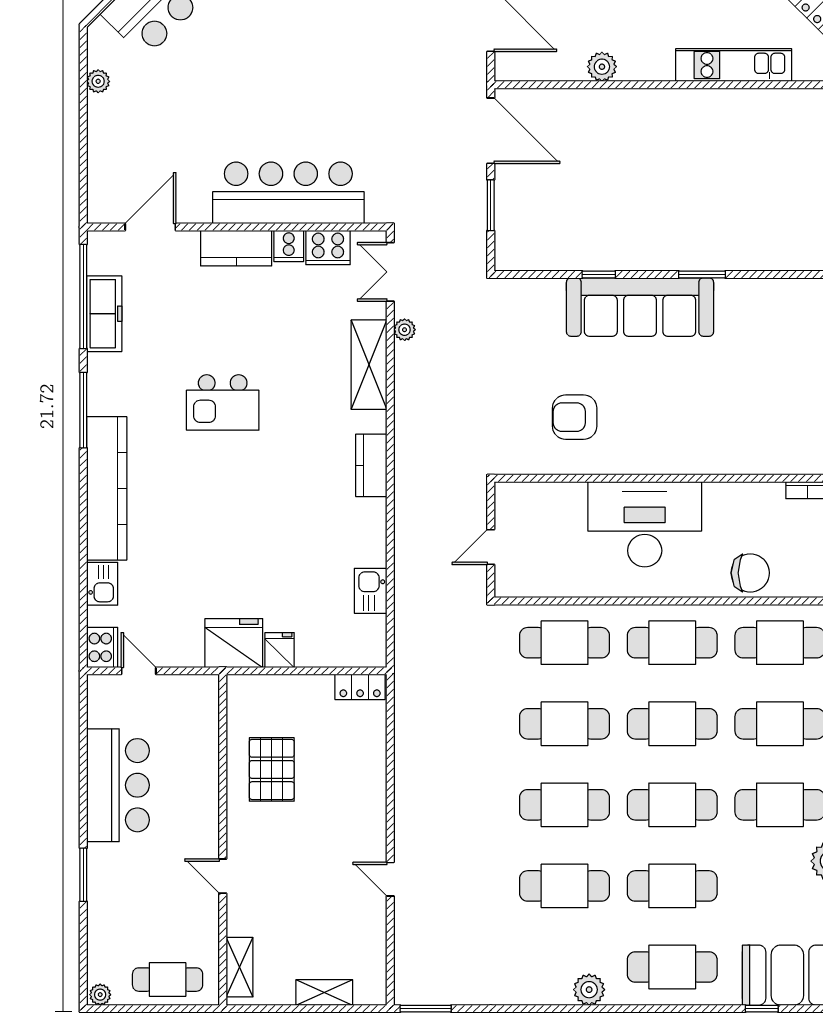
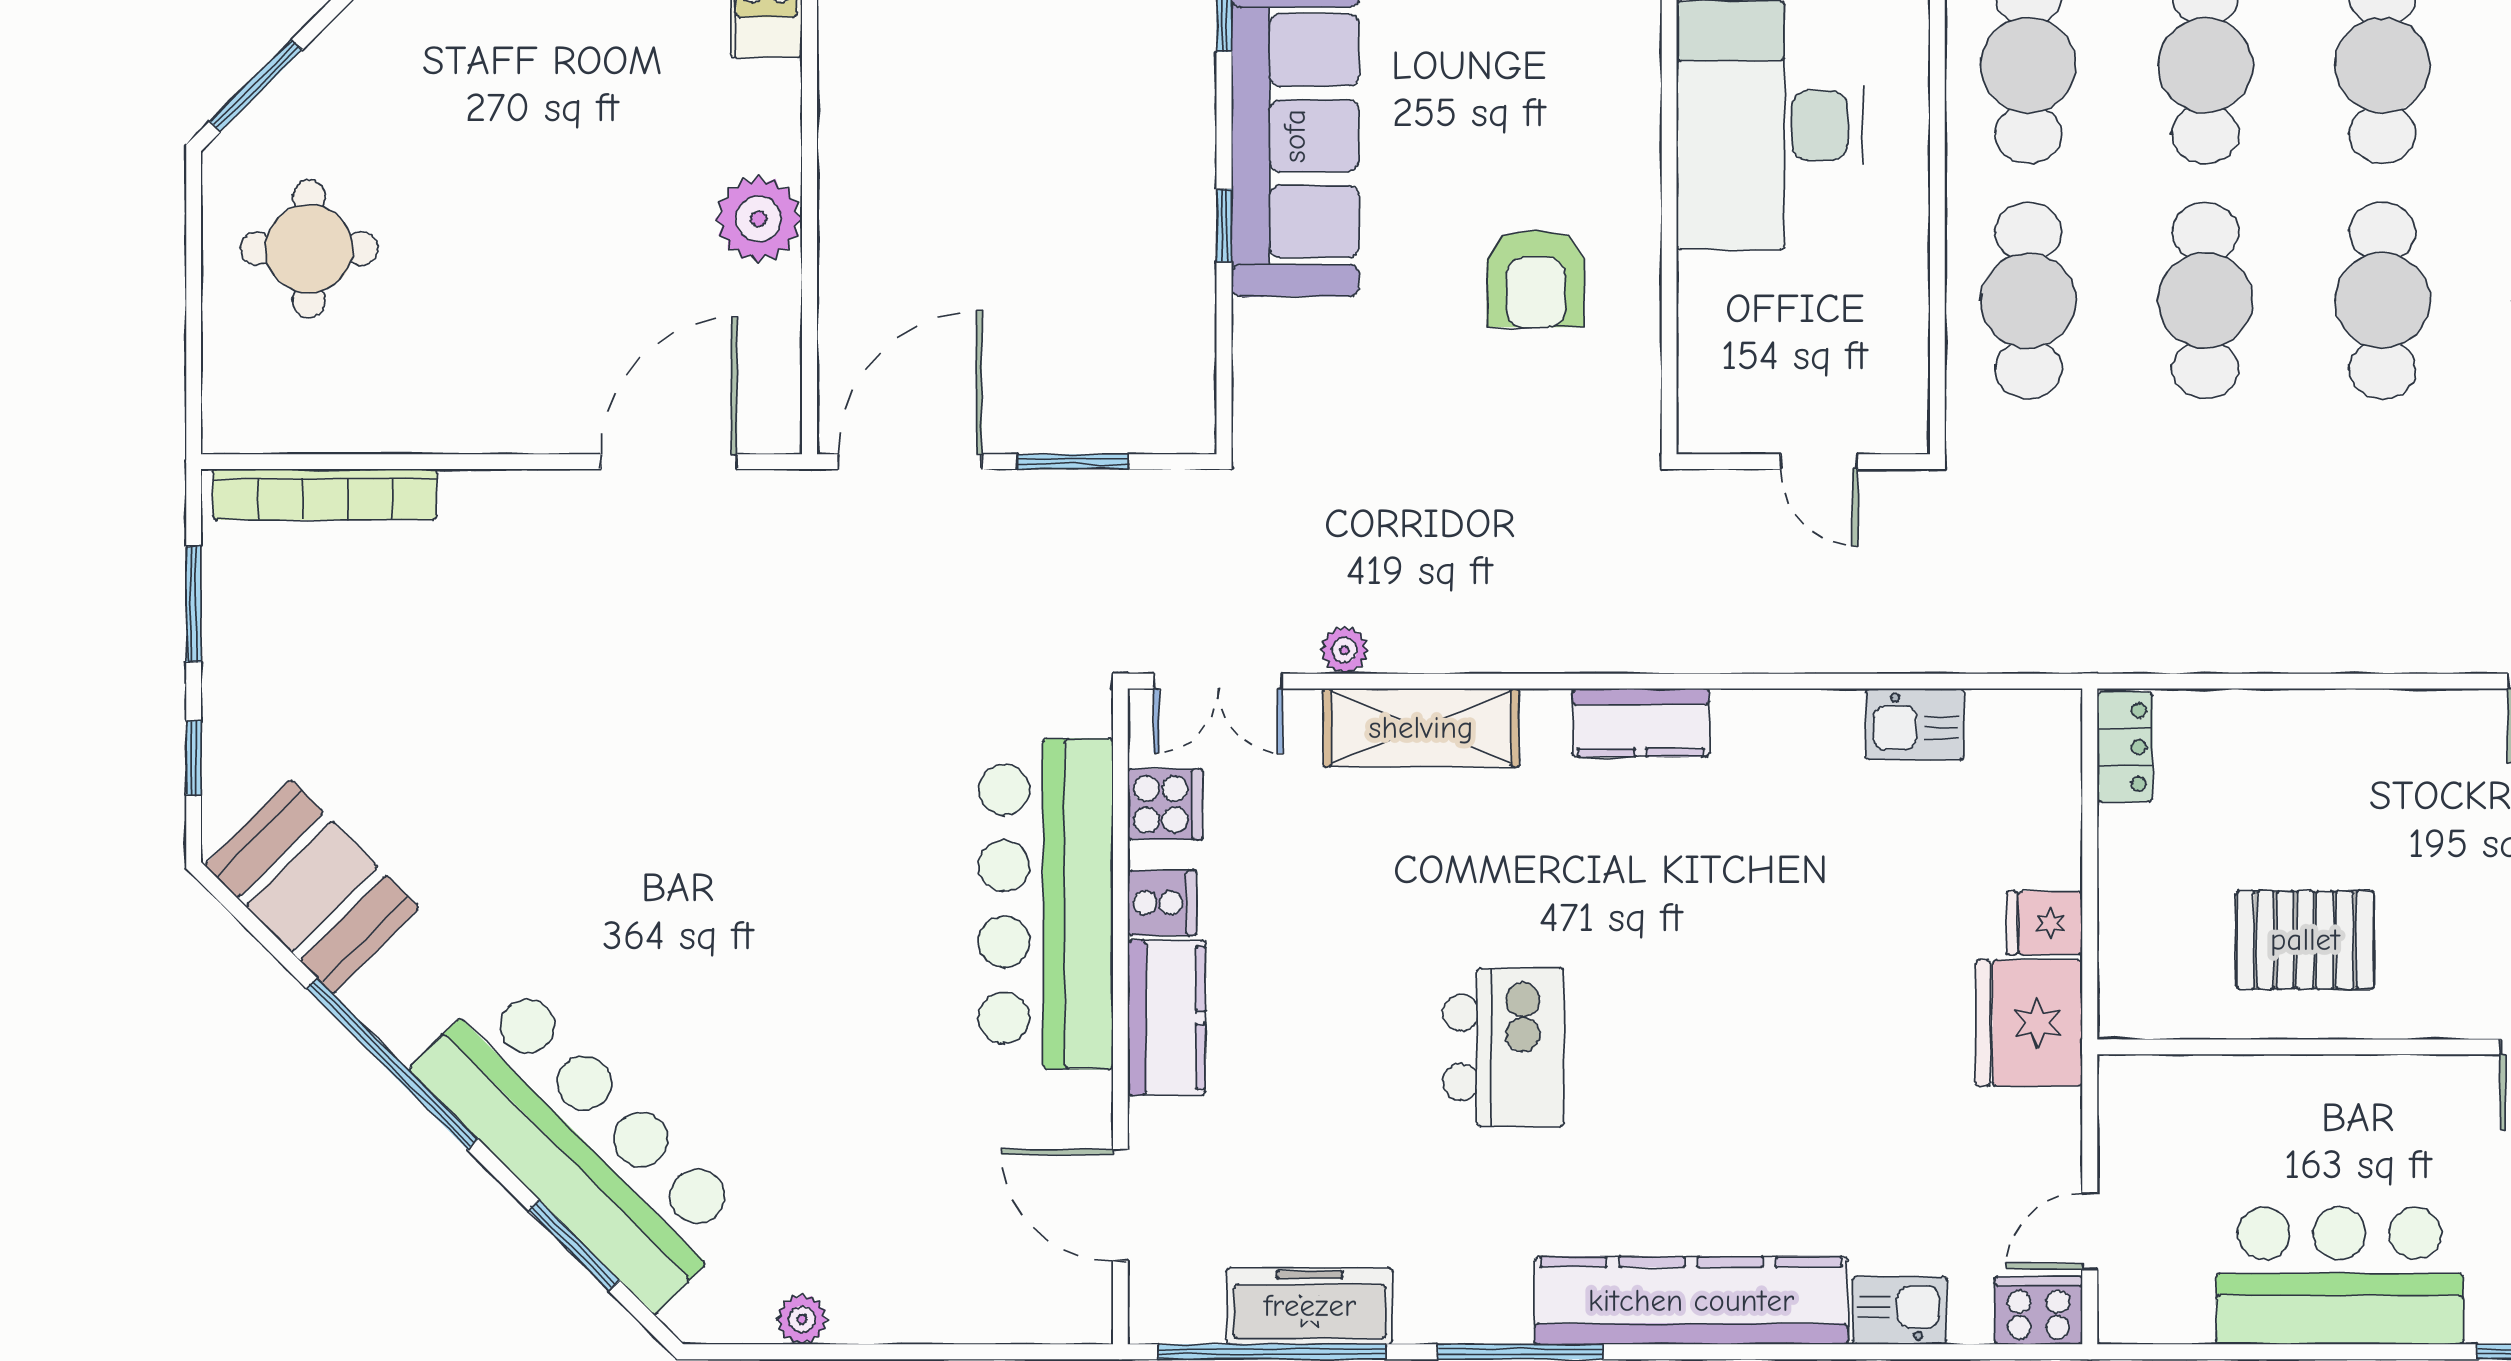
plant: (602, 67) -> (759, 219), width x1.36, depth x1.36
cooker: (328, 248) -> (1165, 804), width x0.73

